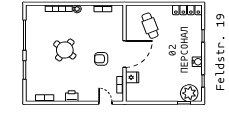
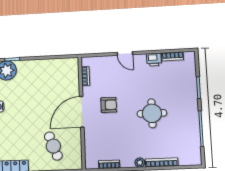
round table: (65, 50) -> (152, 113), turned -37
fridge: (132, 77) -> (72, 85), removed
printer: (72, 96) -> (154, 60), moved
door: (105, 103) -> (125, 53), moved

